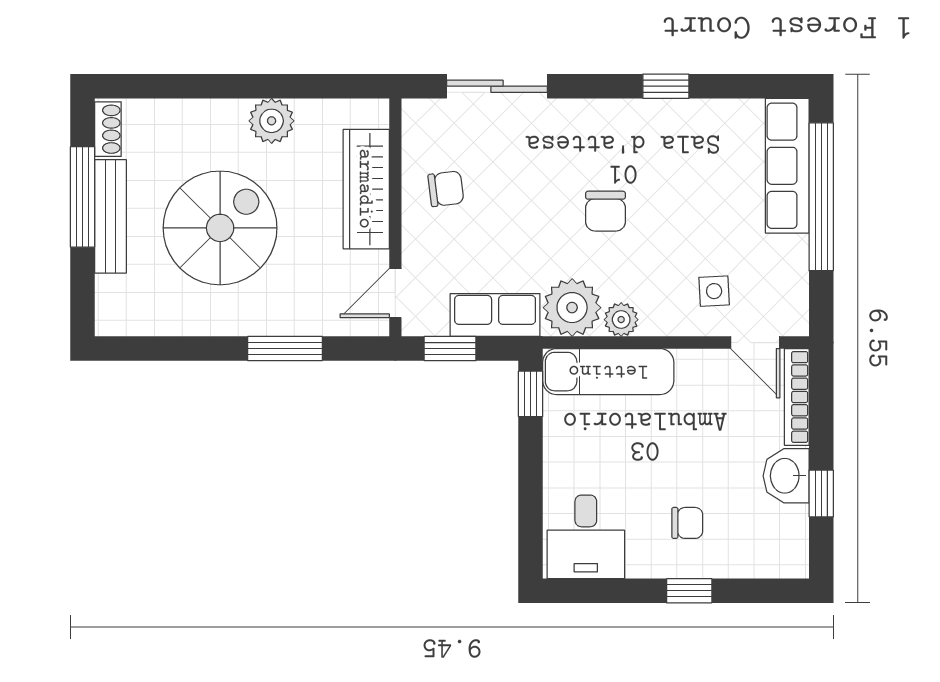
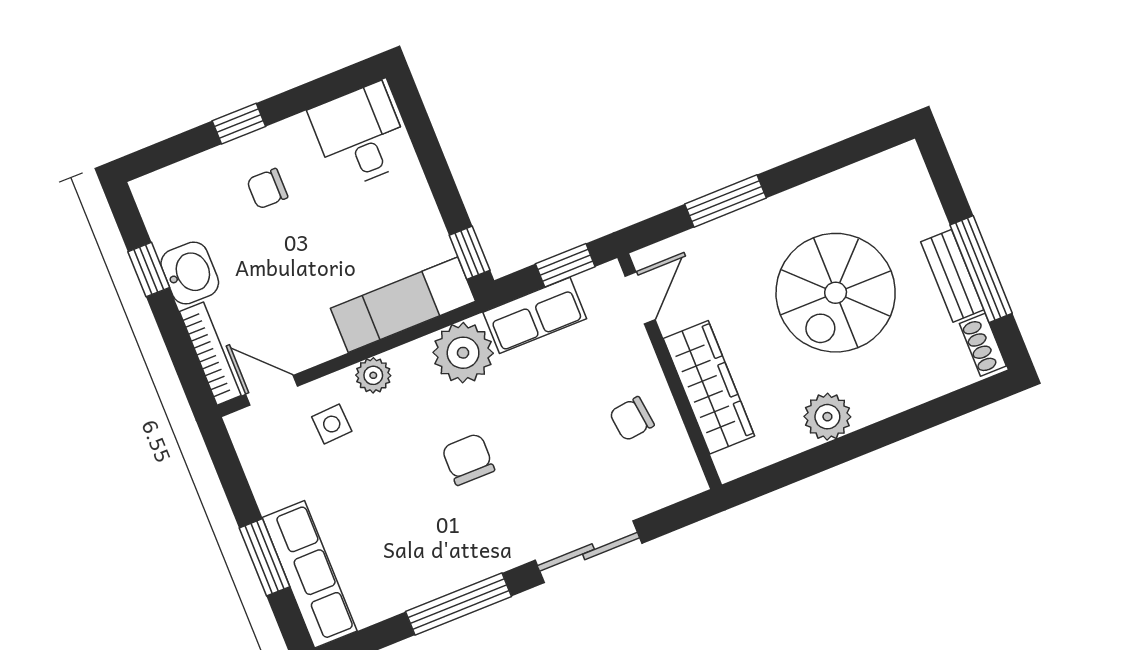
sliding door: (497, 86) -> (588, 552), moved
window: (666, 86) -> (458, 604), width x2.17
window: (821, 197) -> (264, 557), width x0.47
bench: (110, 216) -> (952, 276), width x0.73
plant: (621, 320) -> (373, 375), moved

